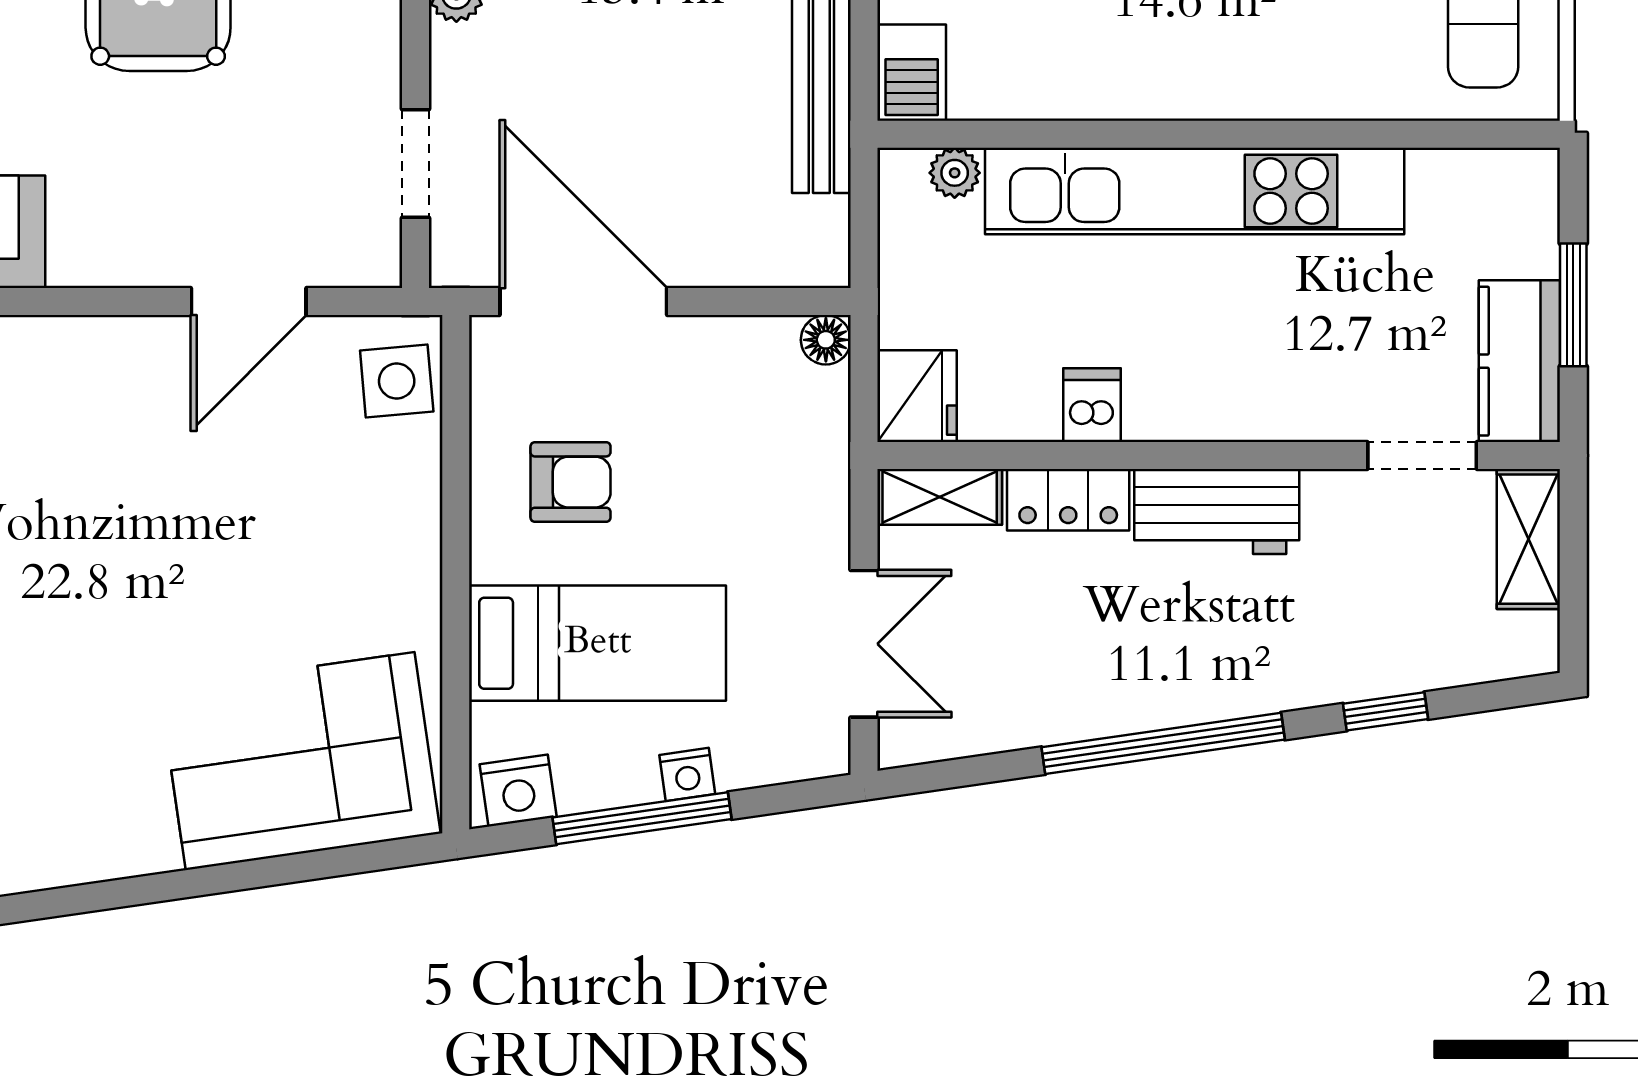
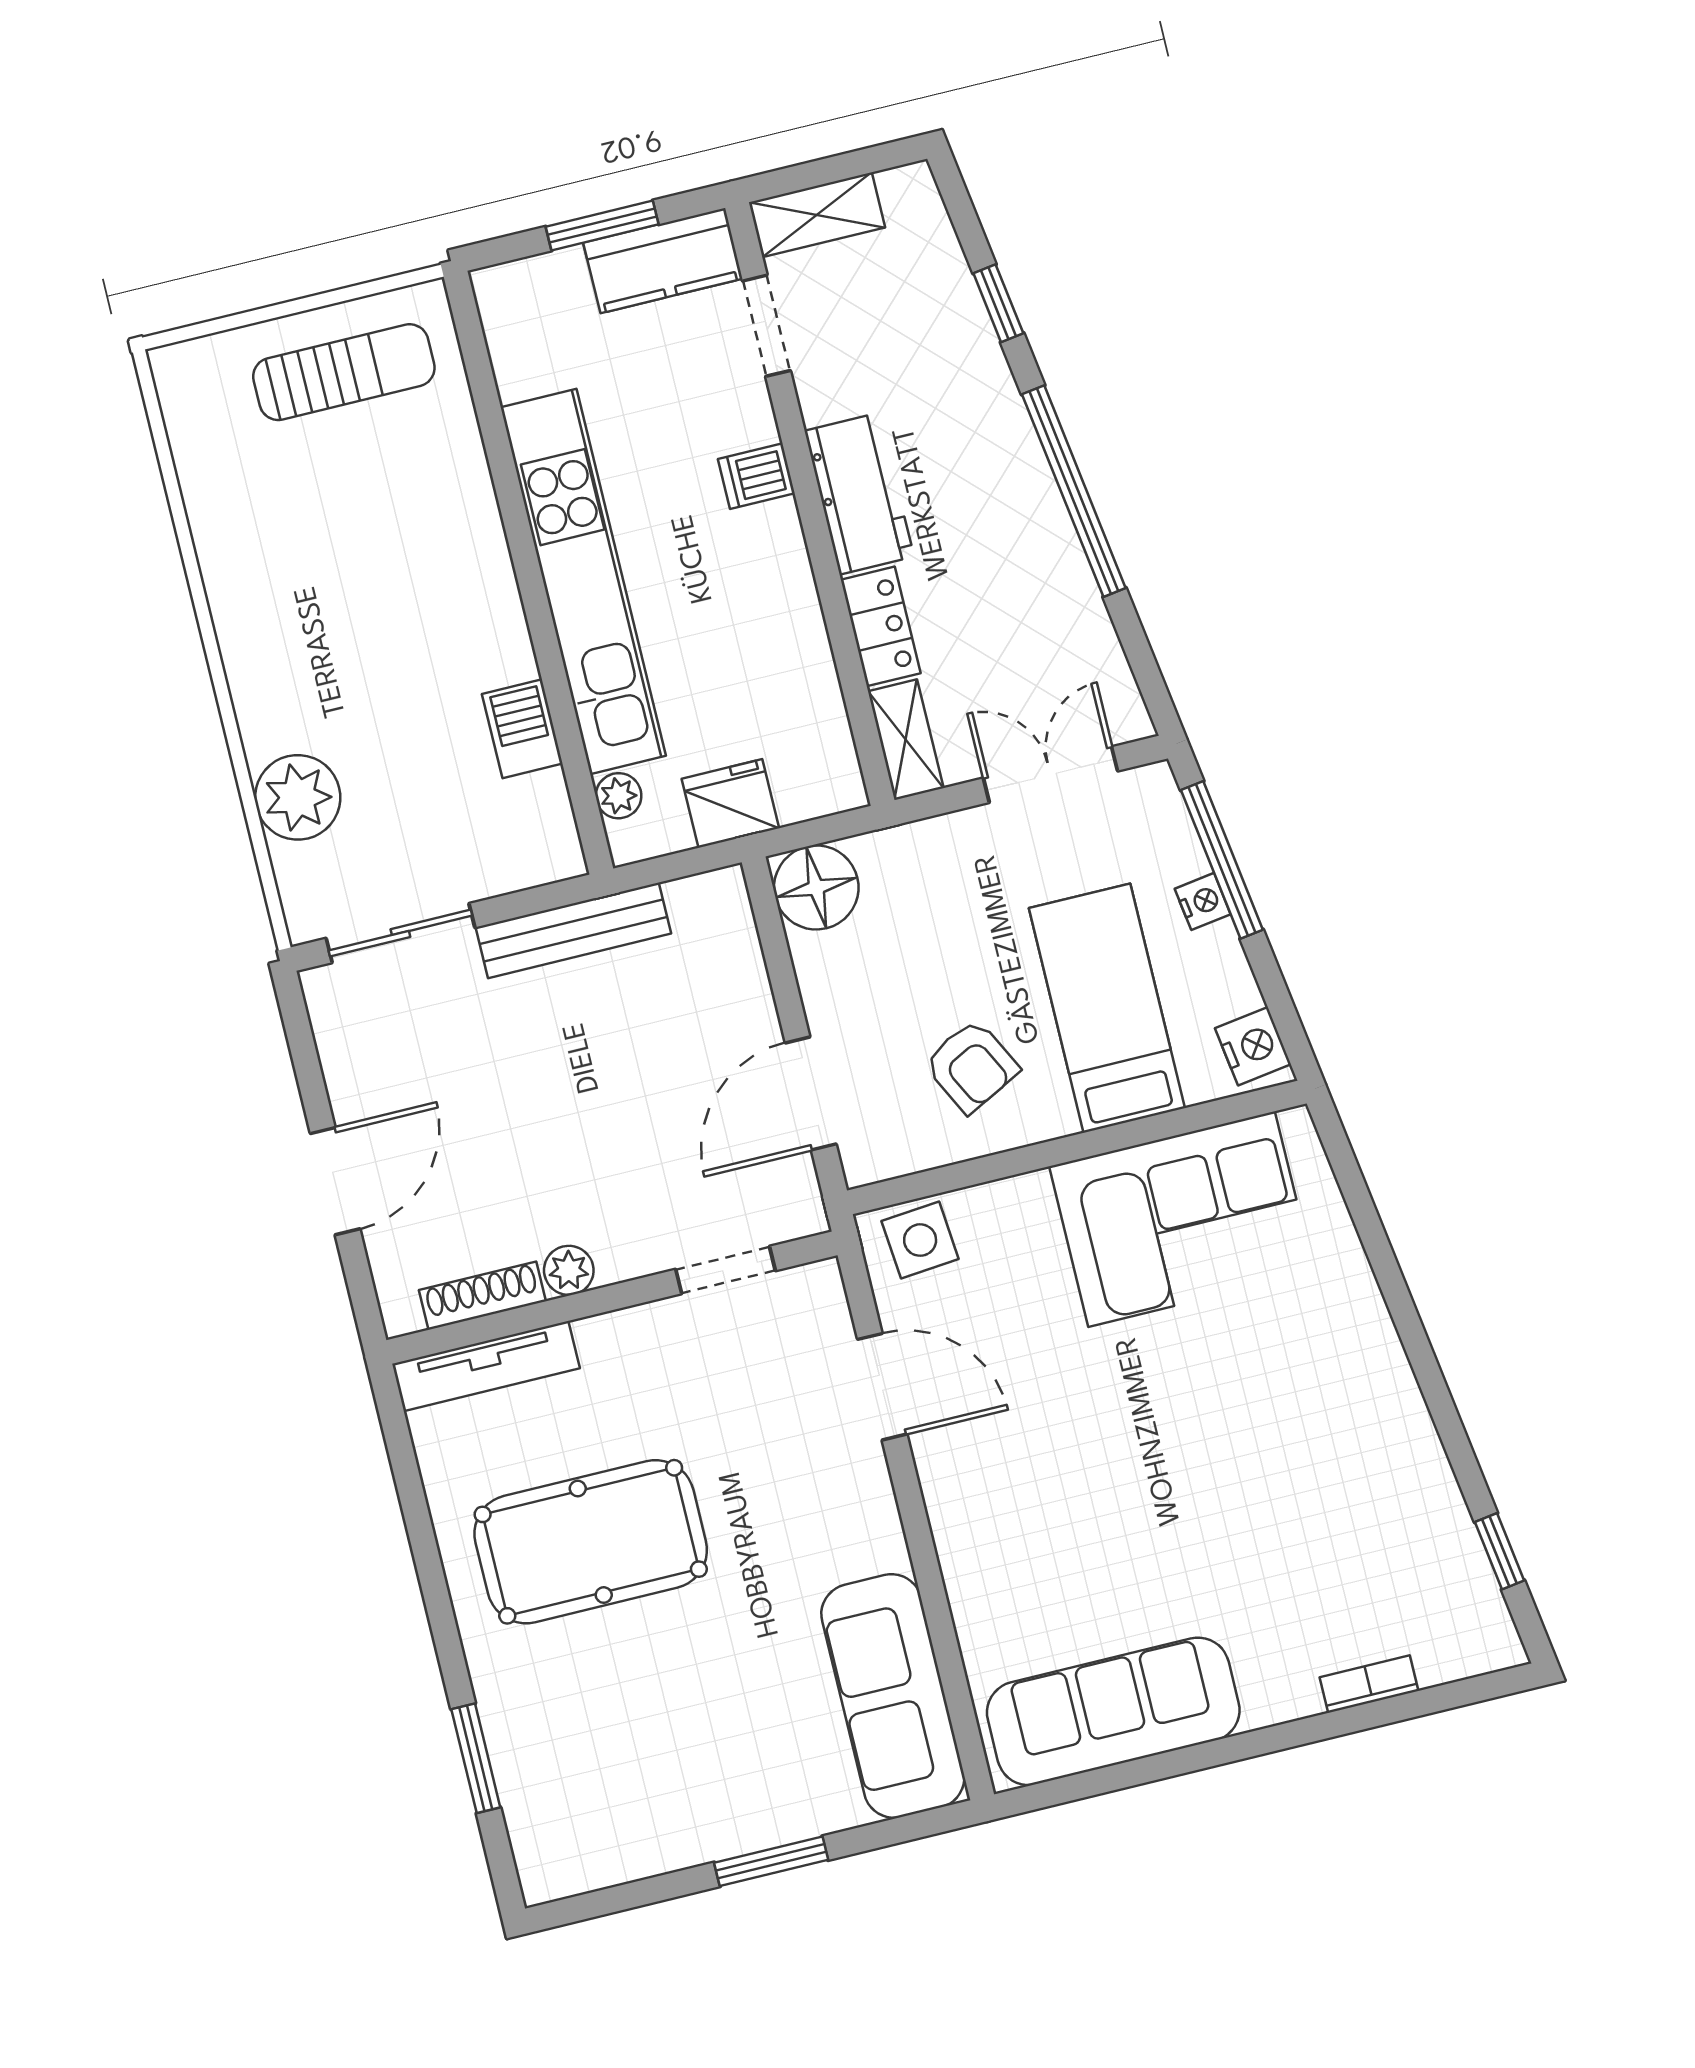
barbecue: (912, 73) -> (522, 729), moved, turned -90
door: (583, 302) -> (811, 1093), width x0.73
floor lamp: (826, 340) -> (816, 887), width x1.89, depth x1.89
fridge: (917, 396) -> (730, 803), moved
dishwasher: (1092, 405) -> (756, 476), moved
armchair: (571, 482) -> (971, 1066), turned 153
corner sofa: (300, 761) -> (1182, 1219), moved, turned -82
window: (642, 818) -> (1222, 860), moved

